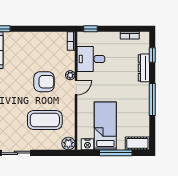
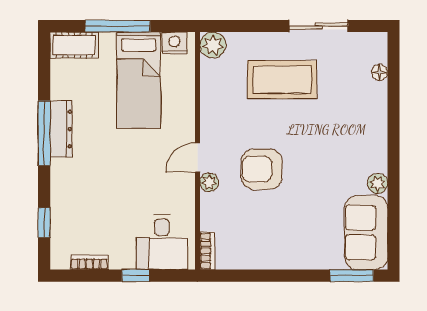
window: (91, 29) -> (136, 276), moved
desk: (91, 59) -> (162, 242), moved, turned 90
dresser: (144, 68) -> (61, 129), moved
coffee table: (45, 120) -> (282, 80), moved

